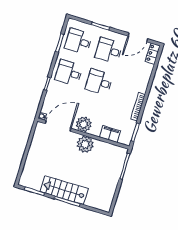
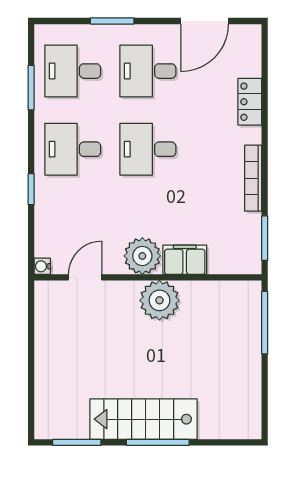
locker: (153, 54) -> (250, 102), moved
door: (58, 126) -> (85, 277), width x0.53
filing cabinet: (110, 134) -> (185, 260), moved

